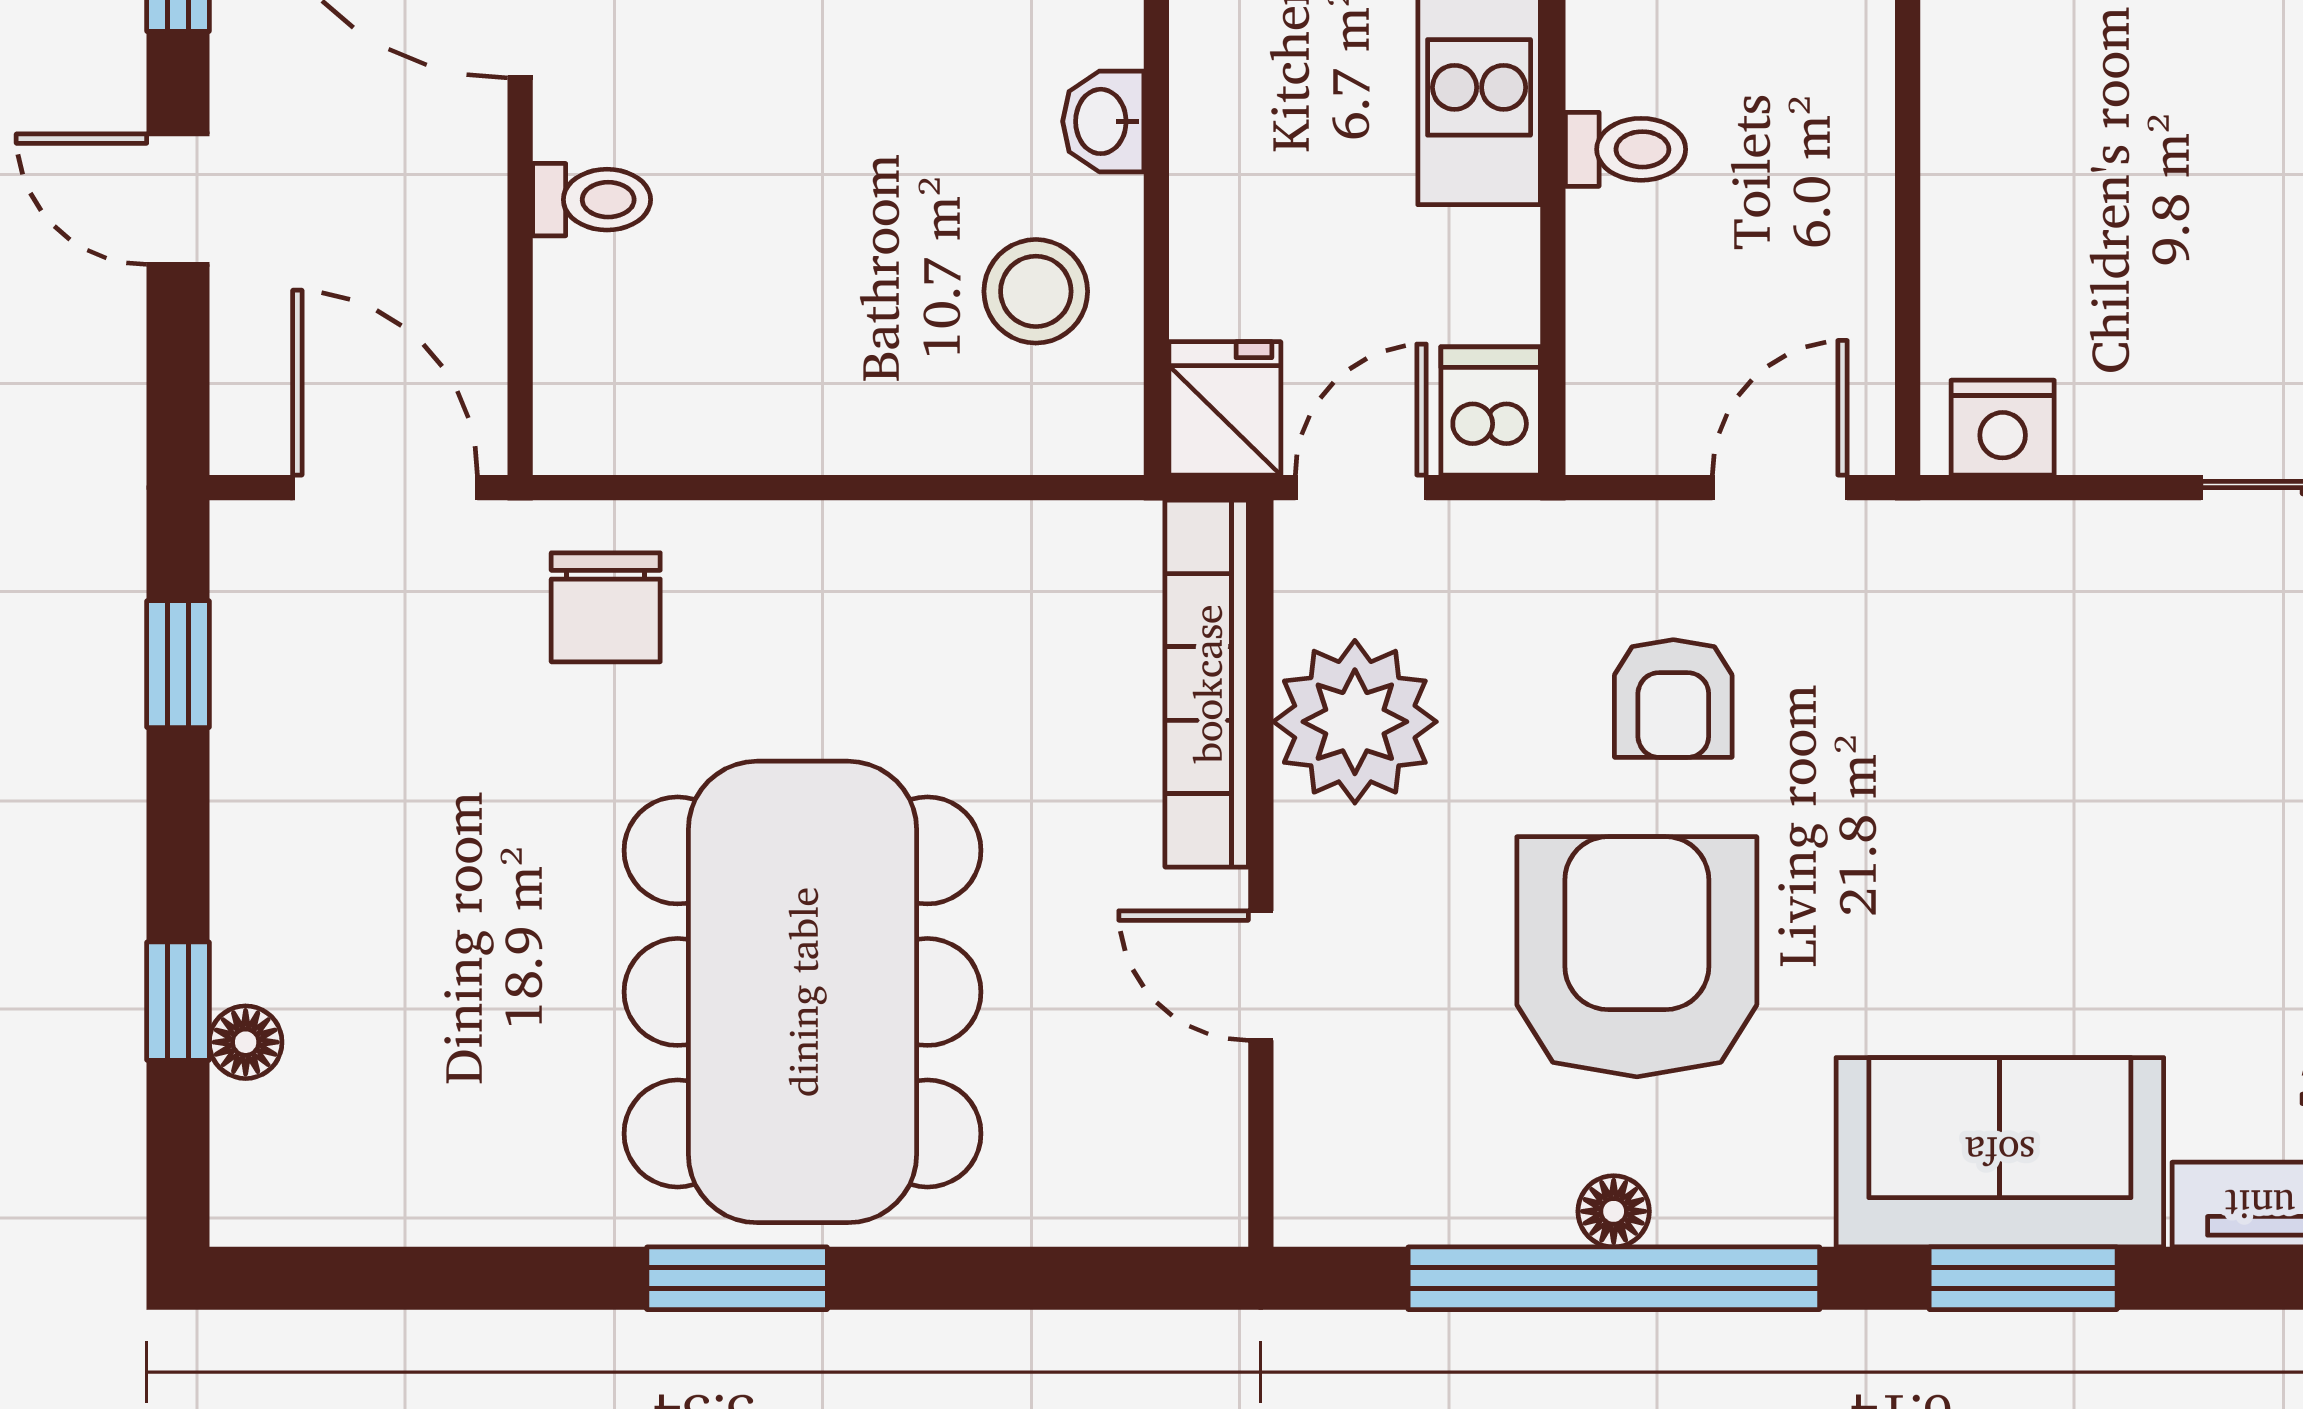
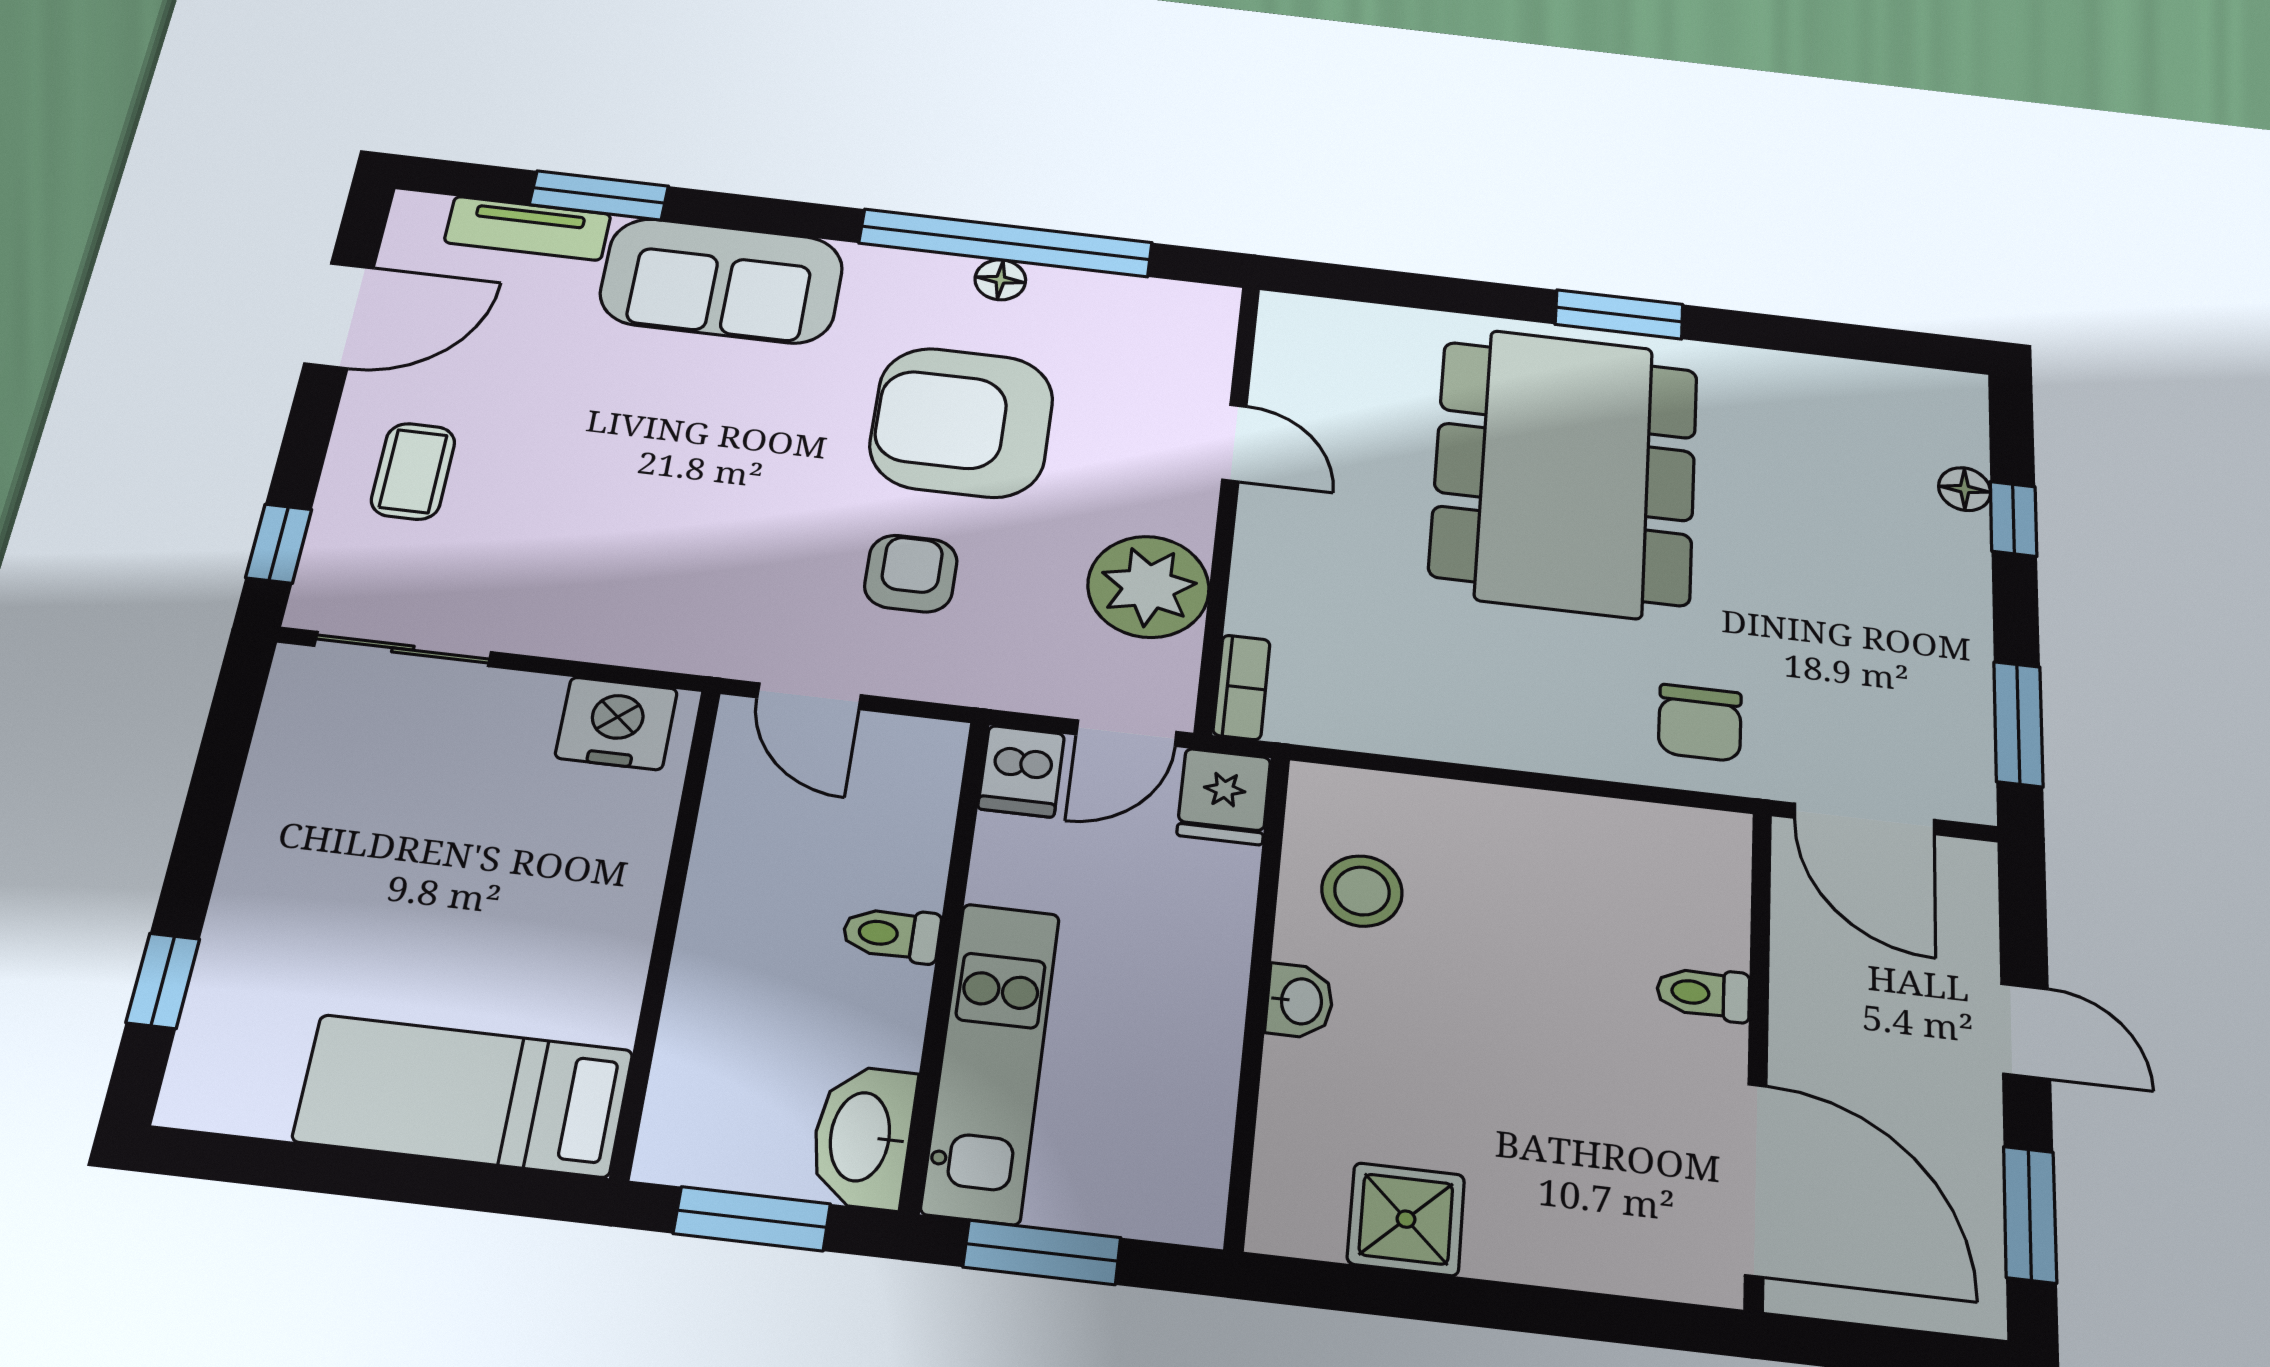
nightstand: (2003, 428) -> (616, 723), width x1.36, depth x1.33
door: (1780, 488) -> (809, 696), hinge flipped
chair: (606, 607) -> (1700, 723), turned 180
window: (178, 664) -> (2018, 724), width x1.50
bookcase: (1207, 684) -> (1242, 687), width x0.43, depth x0.76
armchair: (1637, 957) -> (962, 422), turned 90
window: (2023, 1278) -> (599, 195), moved

